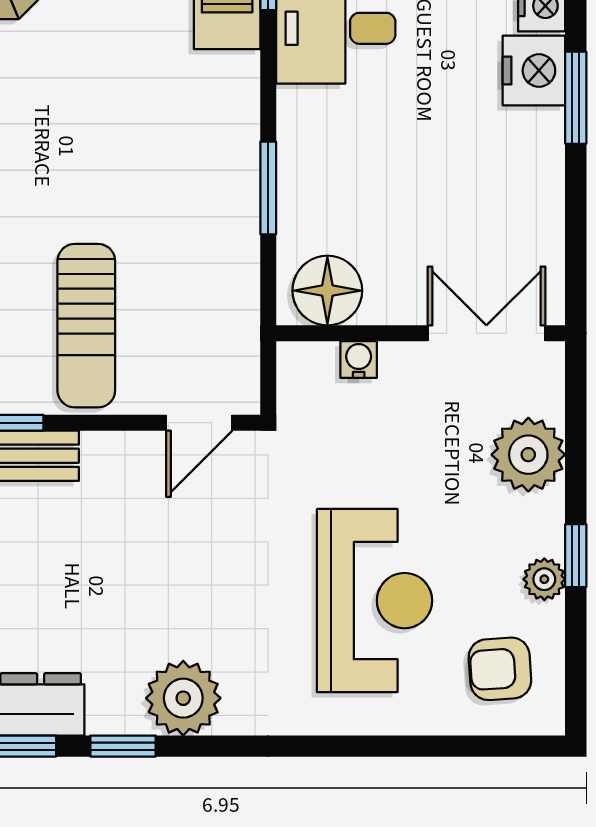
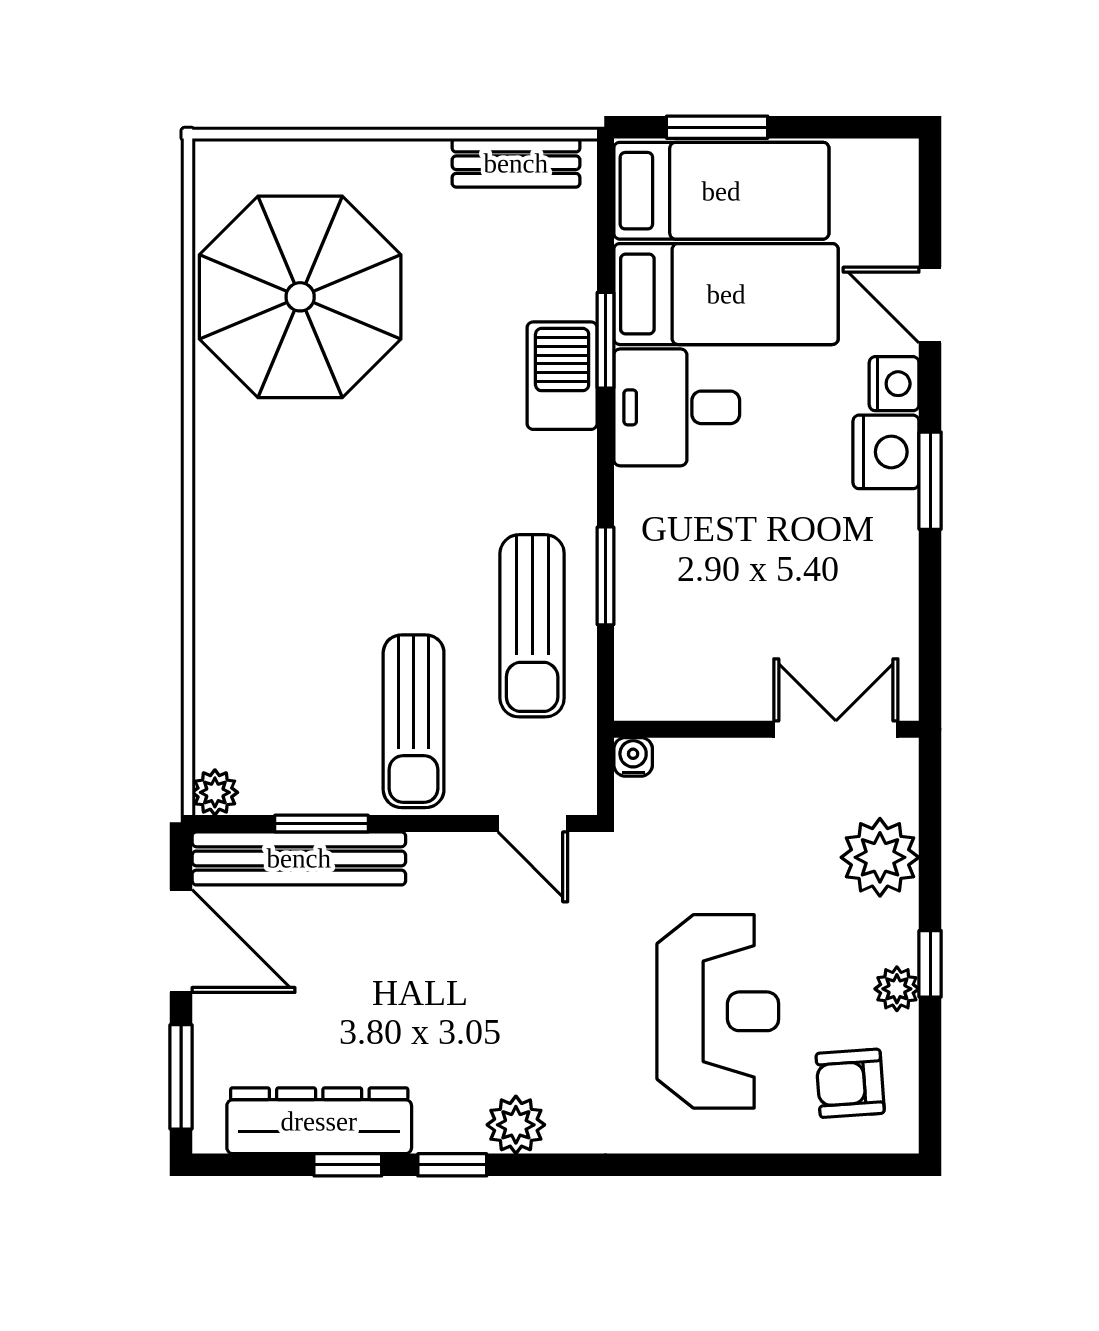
sun lounger: (199, 235) -> (532, 626), added
floor lamp: (327, 291) -> (668, 684), removed
water cooler: (359, 359) -> (633, 757), moved
door: (199, 423) -> (533, 824), hinge flipped
plant: (183, 698) -> (516, 1125), width x0.73, depth x0.73

